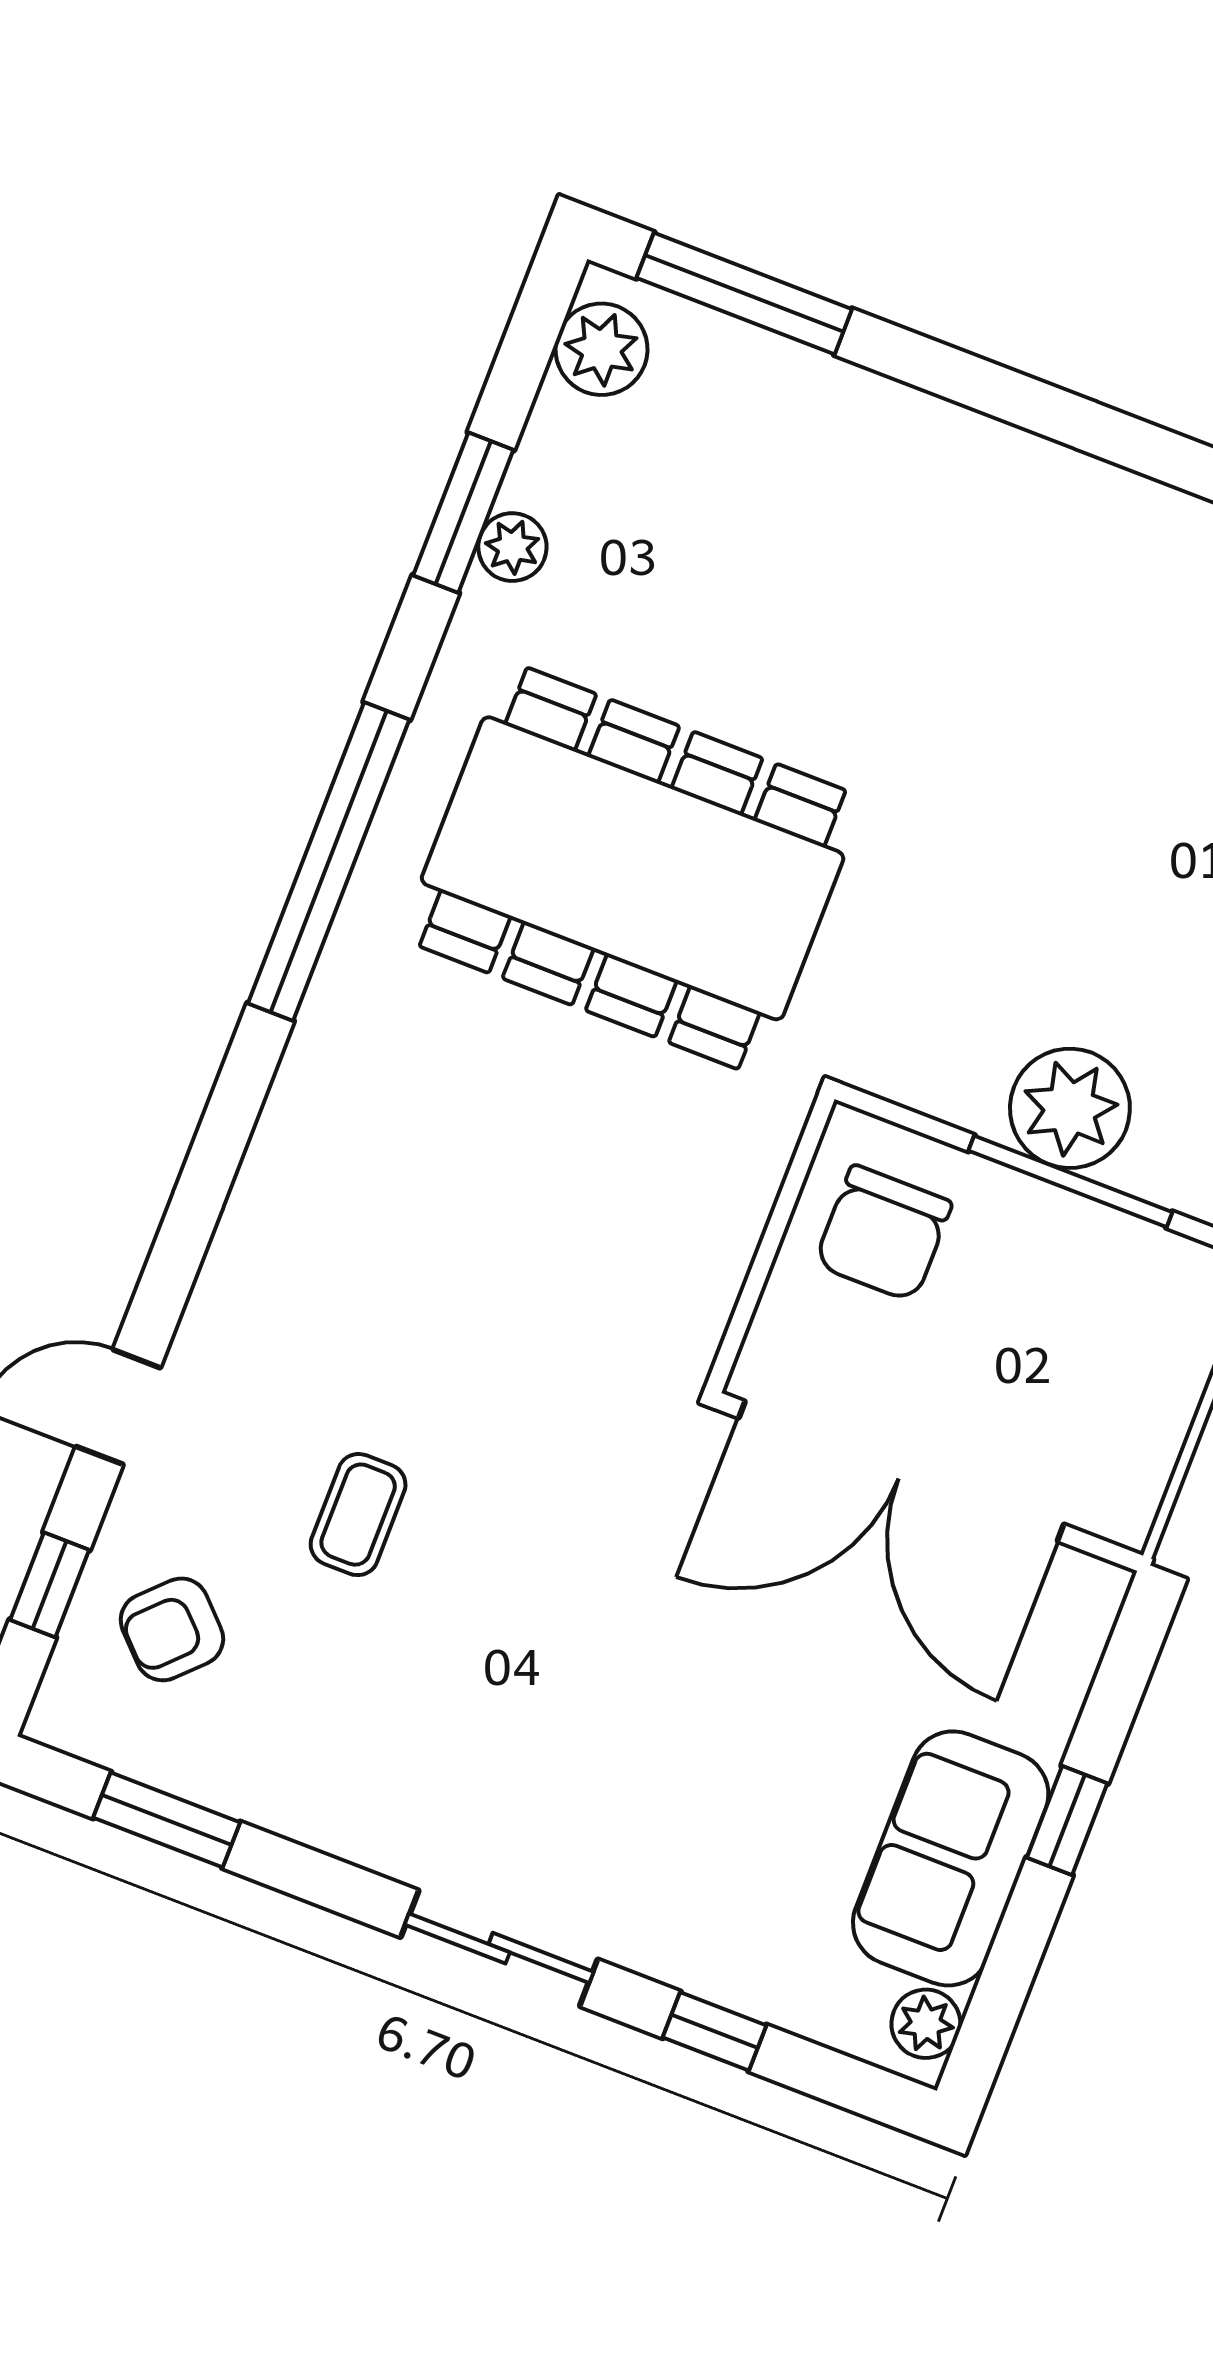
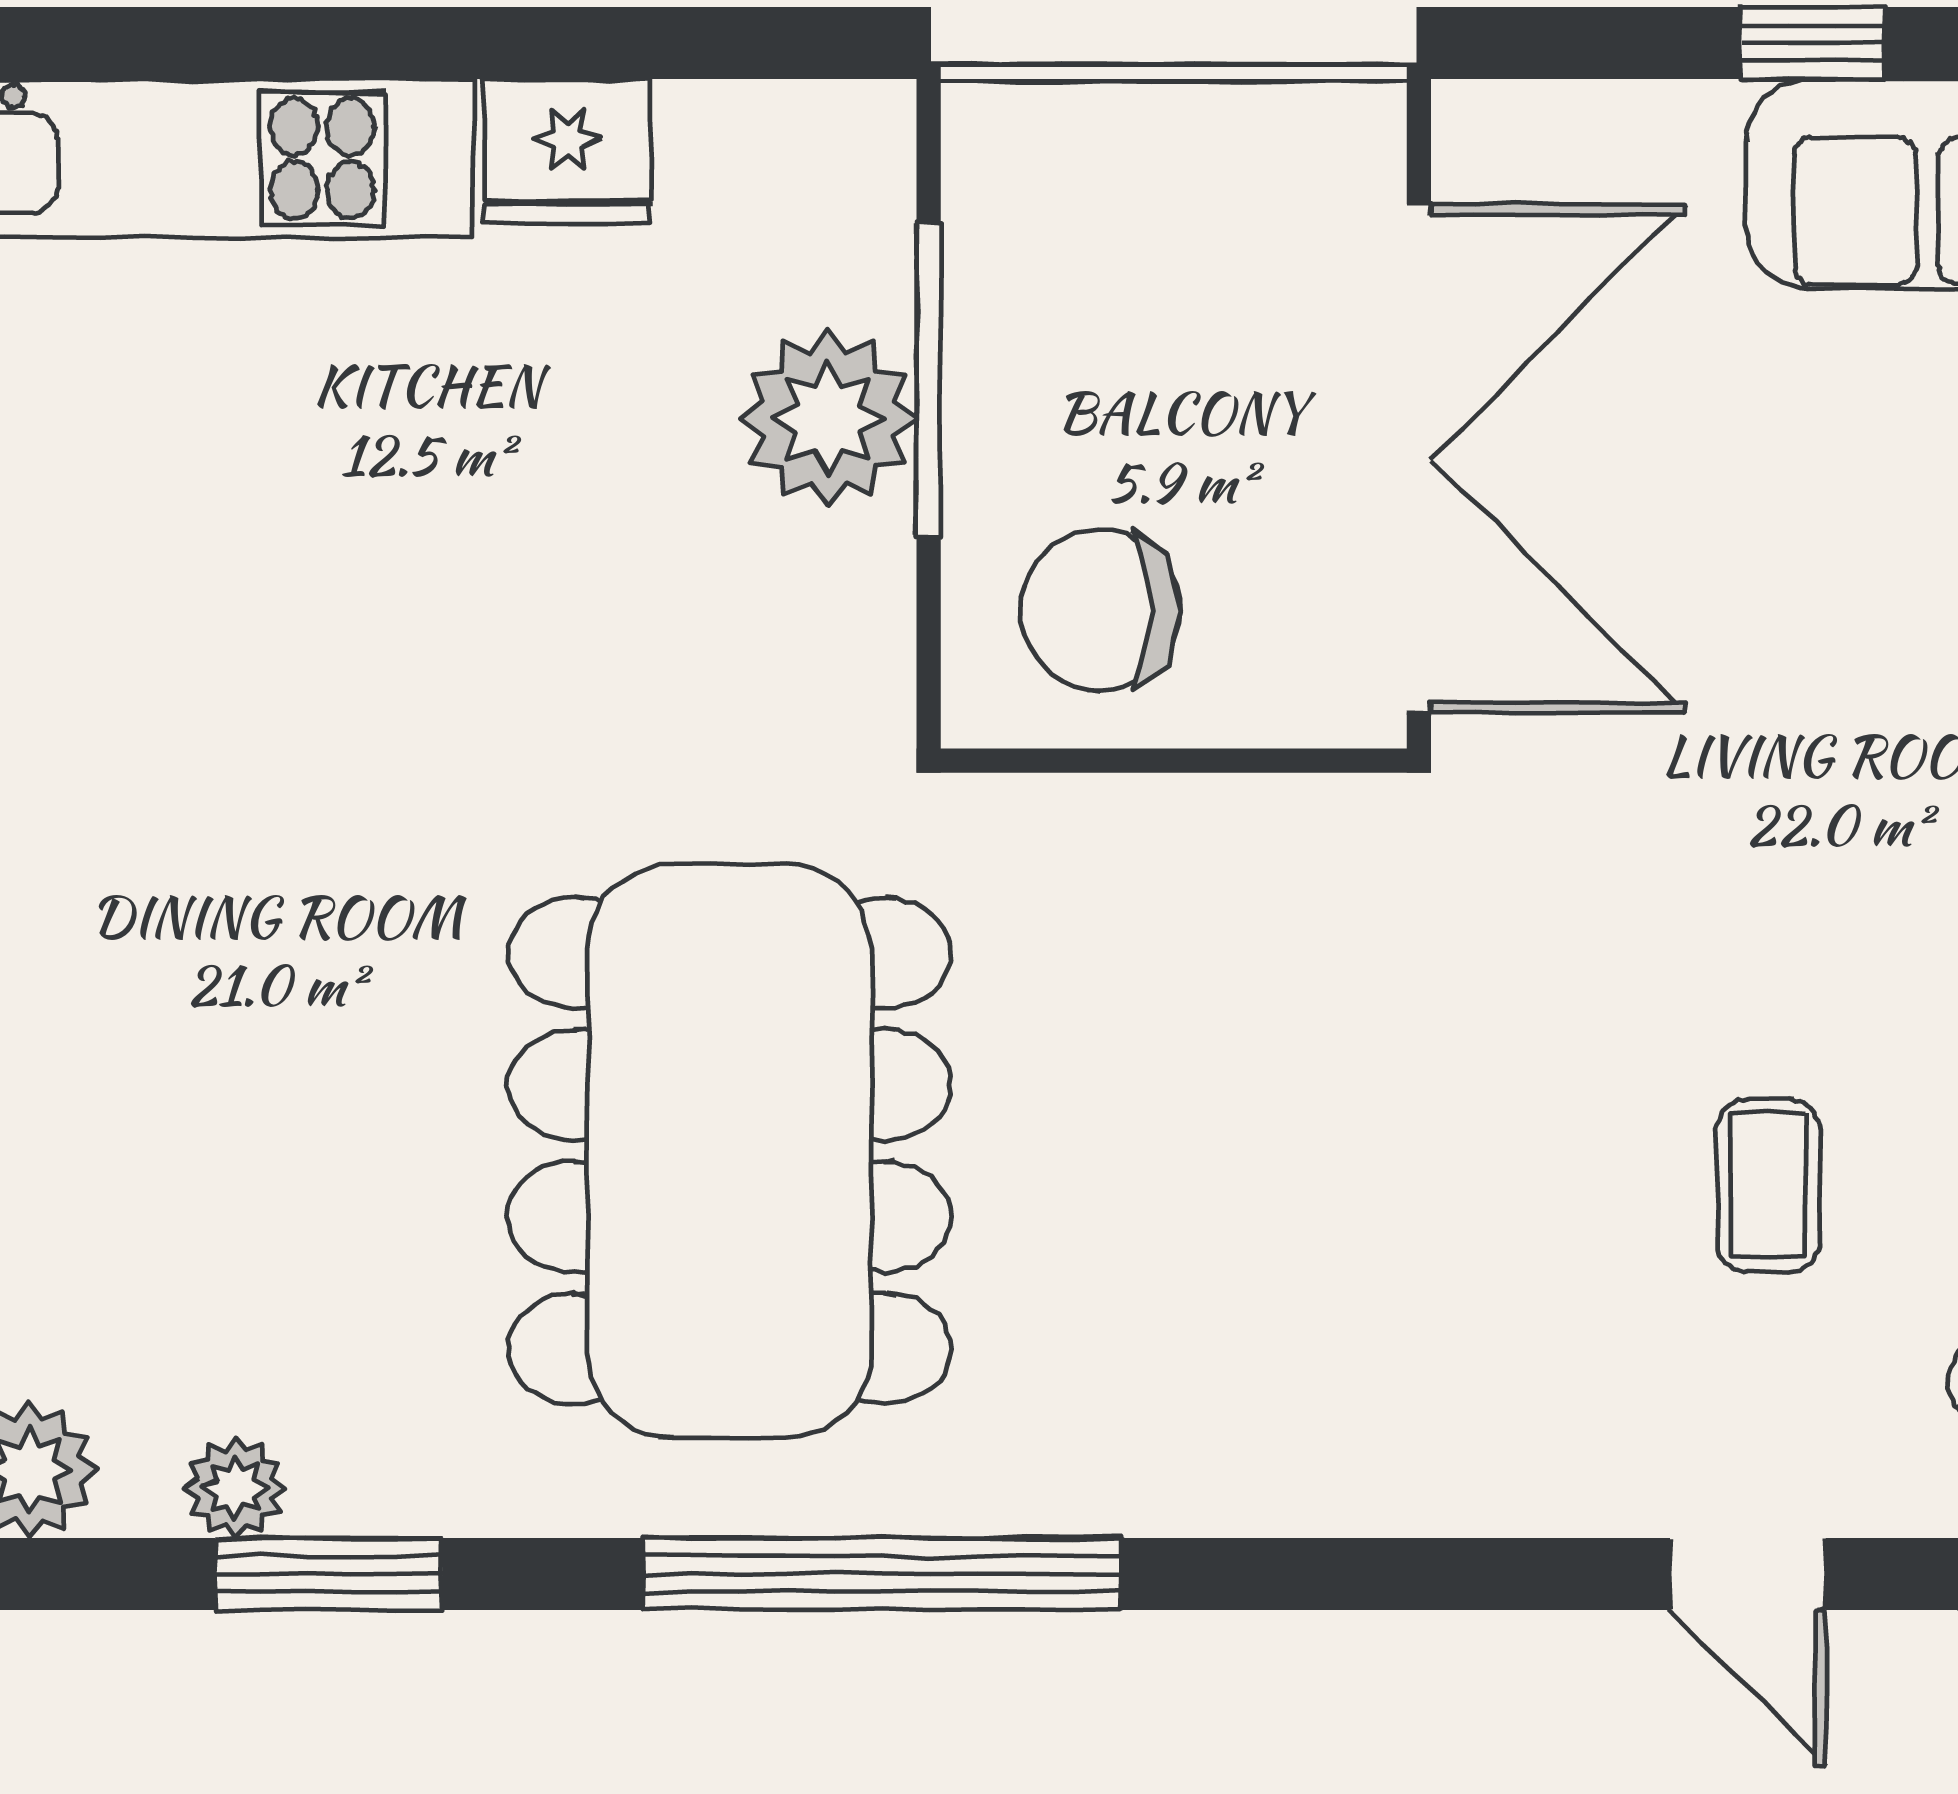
plant: (512, 547) -> (236, 1488), moved
chair: (883, 1233) -> (1100, 610), turned 180
coffee table: (358, 1515) -> (1768, 1185), turned 90

